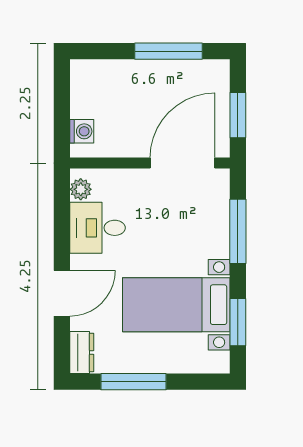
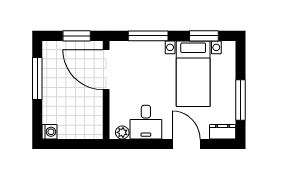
washing machine: (82, 131) -> (49, 132), moved, turned 90

